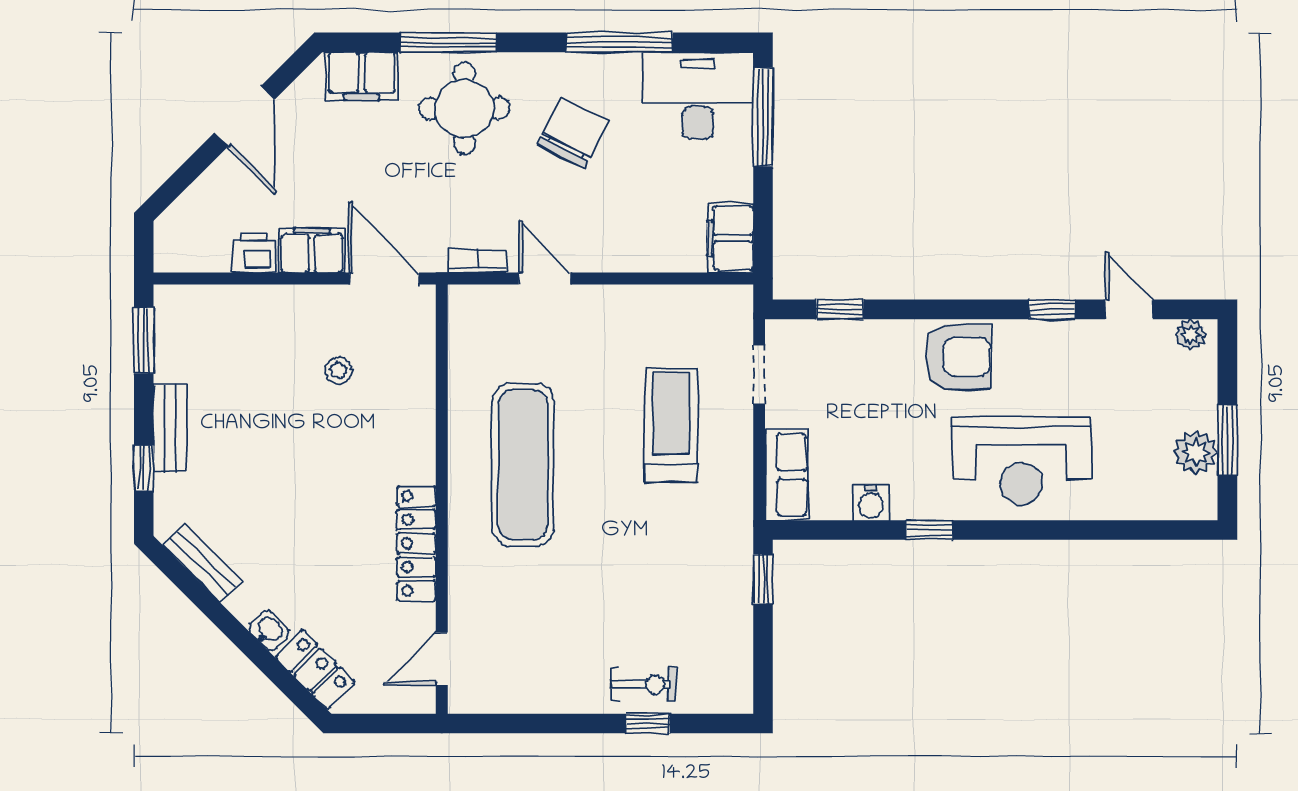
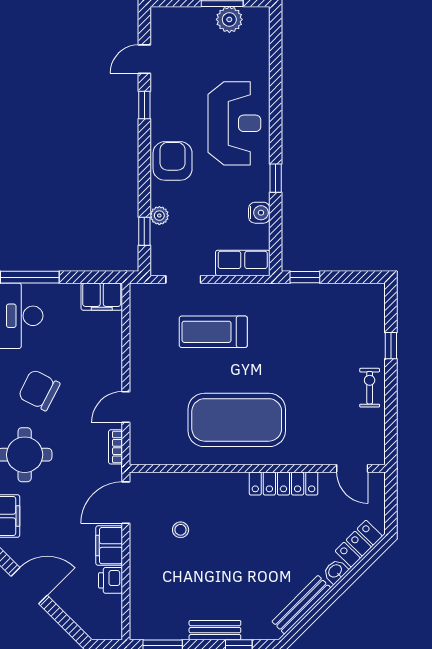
plant: (1191, 335) -> (159, 216), moved
exercise mat: (523, 465) -> (237, 420), width x1.47
bench: (202, 563) -> (301, 605), width x1.36
exercise bike: (643, 684) -> (370, 388), moved

